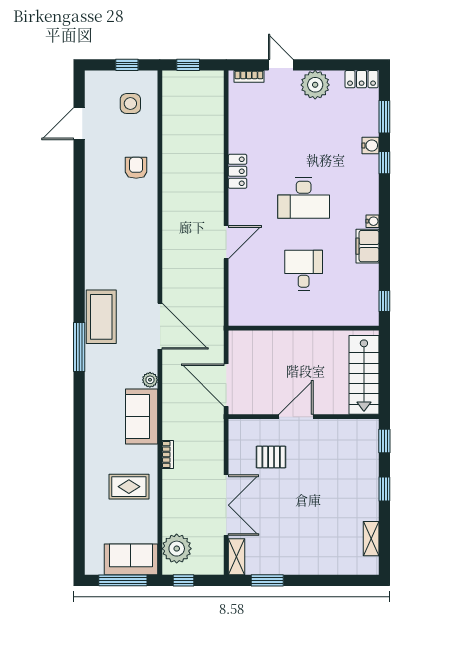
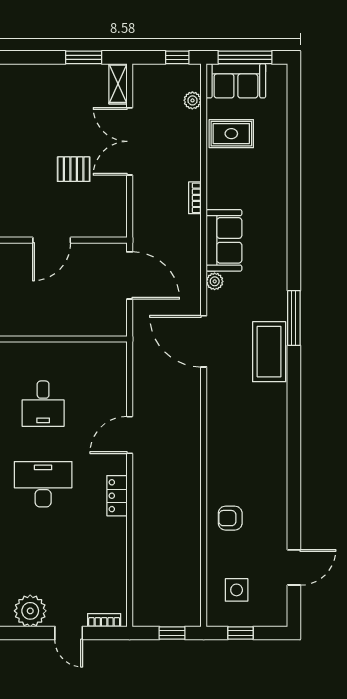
armchair: (136, 168) -> (230, 518), turned 90
locker: (237, 171) -> (117, 496), moved
pallet: (271, 457) -> (74, 169), moved
rug: (129, 487) -> (231, 134), moved
plant: (177, 549) -> (192, 100), width x0.53, depth x0.53

